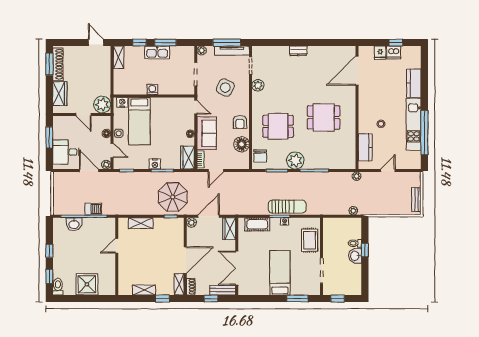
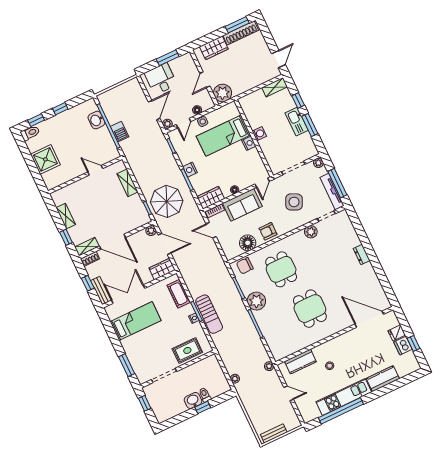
nightstand: (122, 102) -> (249, 143), moved
bed: (280, 273) -> (136, 321), moved

